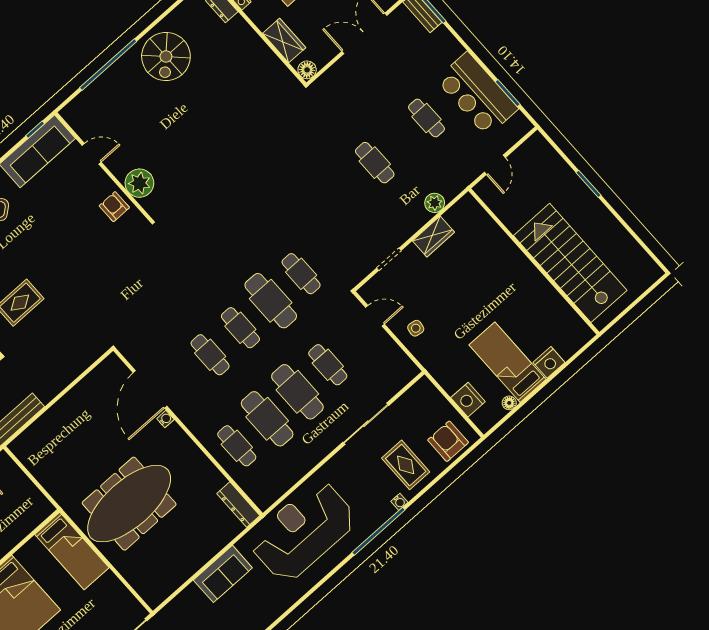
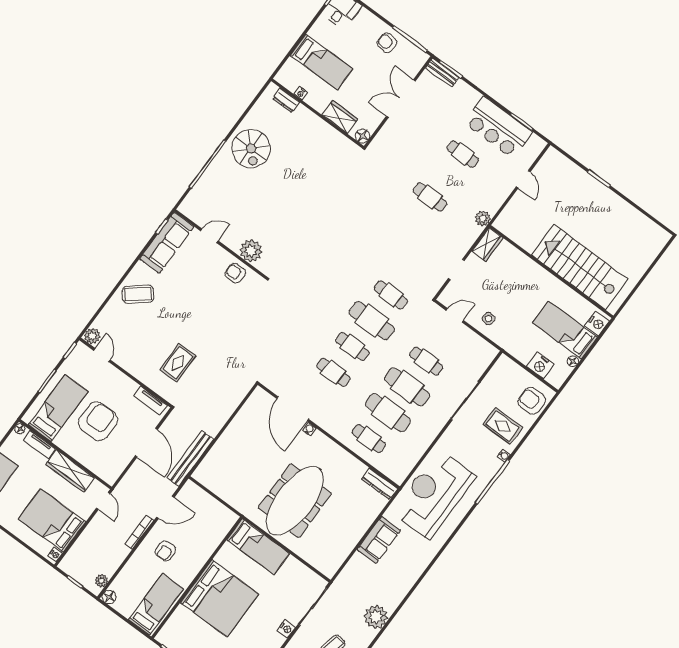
wall: (534, 261) -> (551, 272), moved
stairs: (570, 263) -> (580, 267), moved

